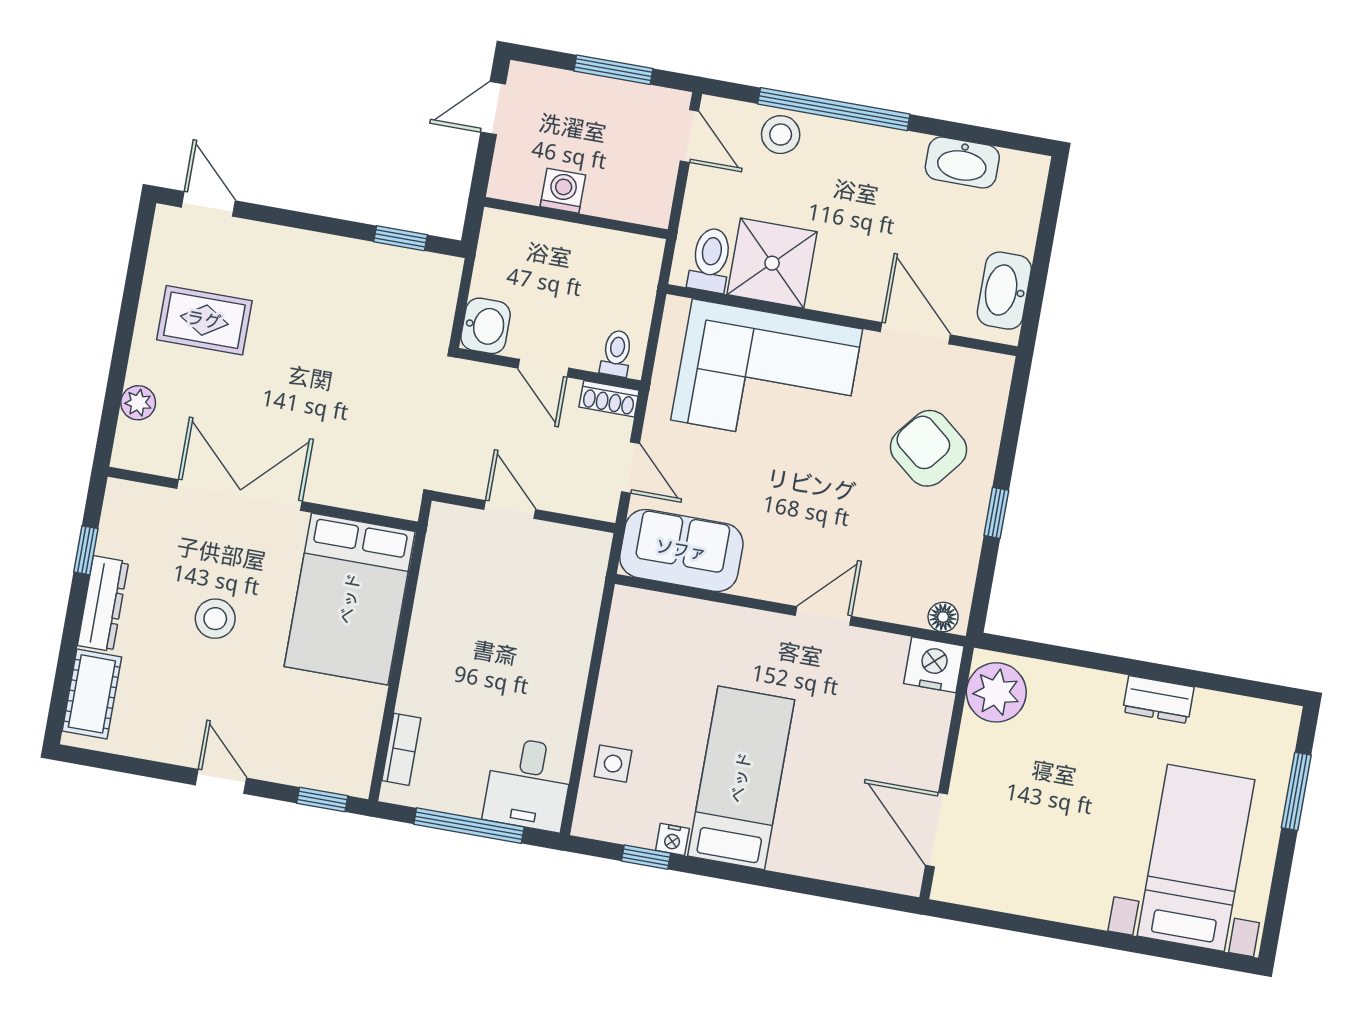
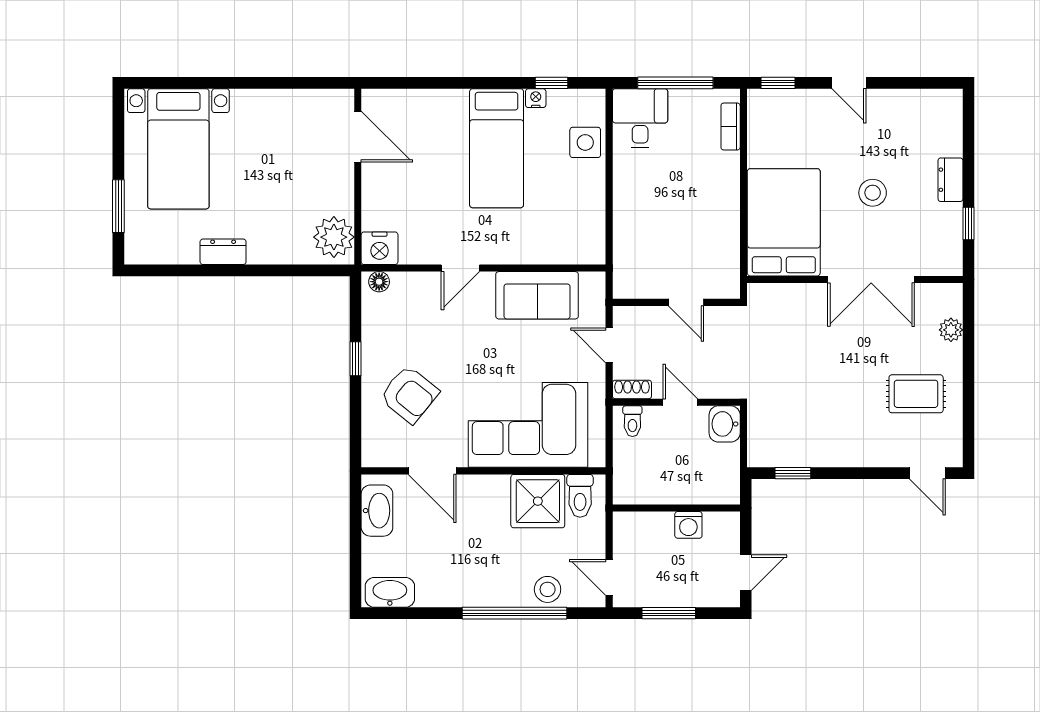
washbasin: (962, 162) -> (390, 592), moved
sofa: (681, 550) -> (537, 295), moved
dresser: (103, 604) -> (950, 180), width x0.70
cot: (92, 694) -> (947, 127), removed
side table: (613, 764) -> (585, 142), width x1.37, depth x1.37

